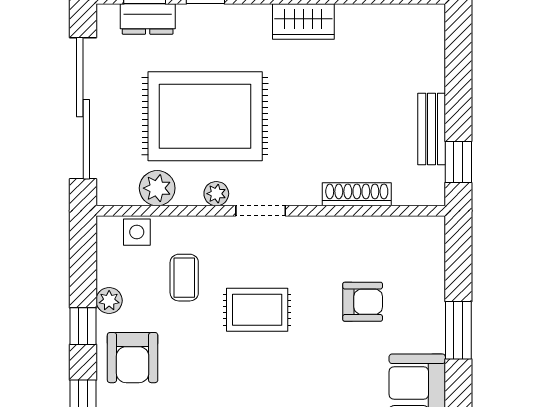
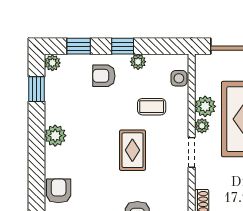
plant: (157, 188) -> (205, 106), moved
armchair: (133, 358) -> (104, 76), width x0.72, depth x0.72

